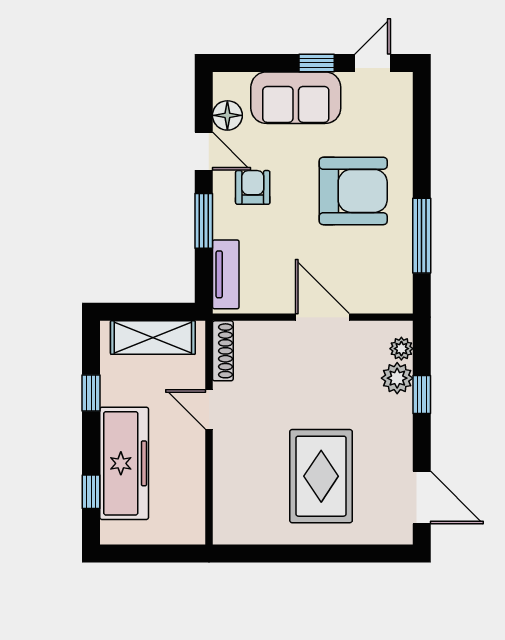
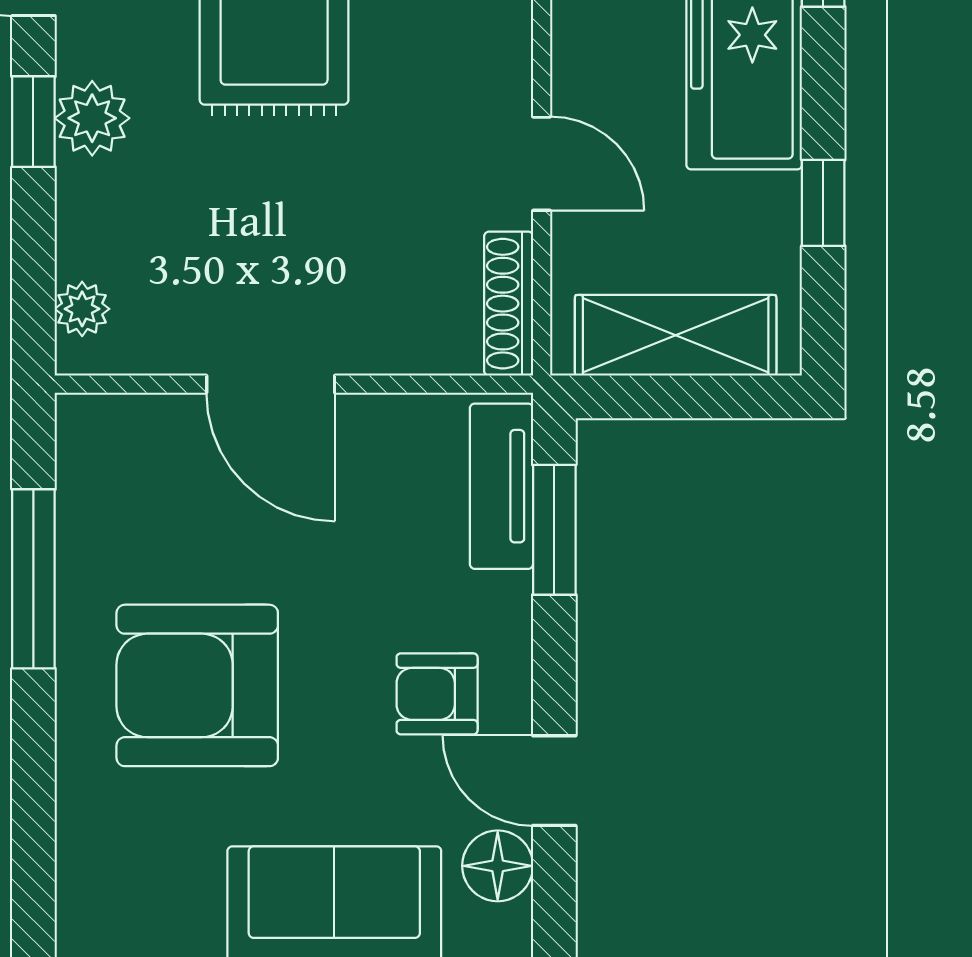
armchair: (253, 187) -> (437, 694), turned 90
window: (204, 221) -> (554, 530), moved
plant: (397, 378) -> (92, 118), moved
window: (422, 395) -> (33, 122), moved

